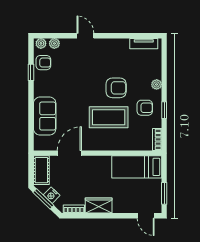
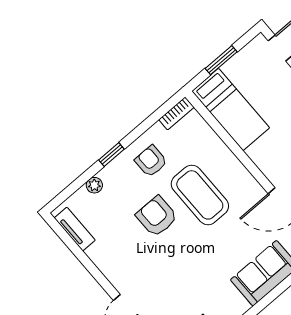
plant: (157, 84) -> (94, 185), moved
window: (164, 110) -> (111, 155), moved
window: (164, 193) -> (221, 60), moved

